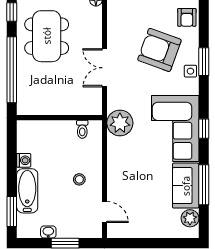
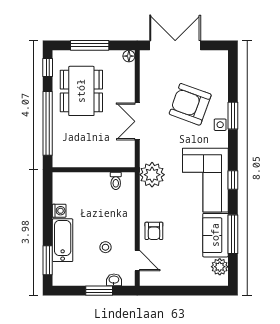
armchair: (187, 17) -> (154, 231), moved
stool: (79, 179) -> (105, 247), moved
washbasin: (48, 232) -> (114, 280), moved

